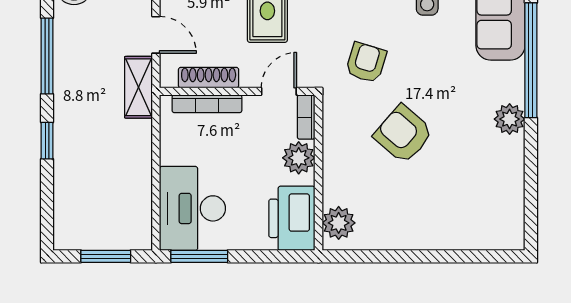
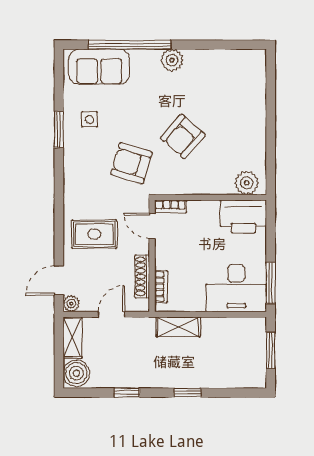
window: (47, 56) -> (127, 393), width x0.46
armchair: (366, 63) -> (131, 163), width x1.38, depth x1.38
shelving: (138, 87) -> (178, 327), moved
bookcase: (207, 104) -> (161, 287), width x0.64
plant: (299, 158) -> (200, 212), removed

